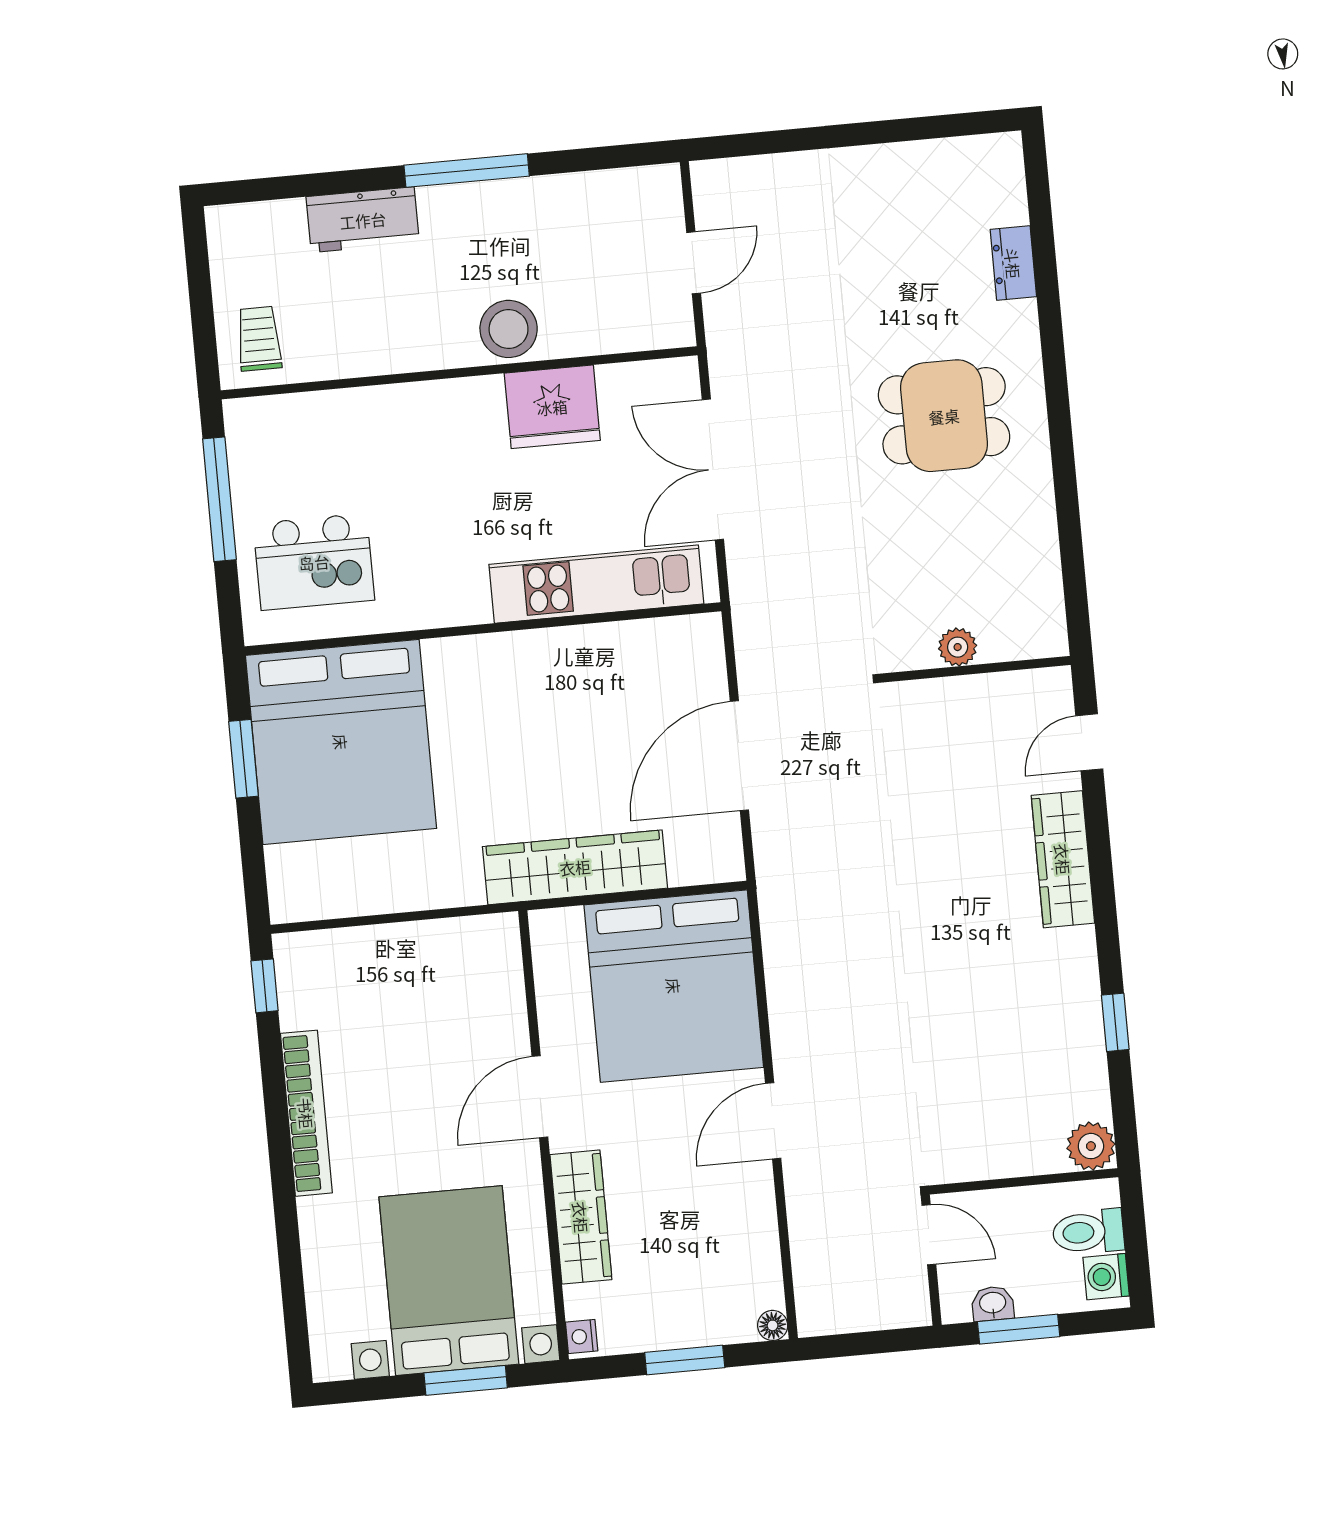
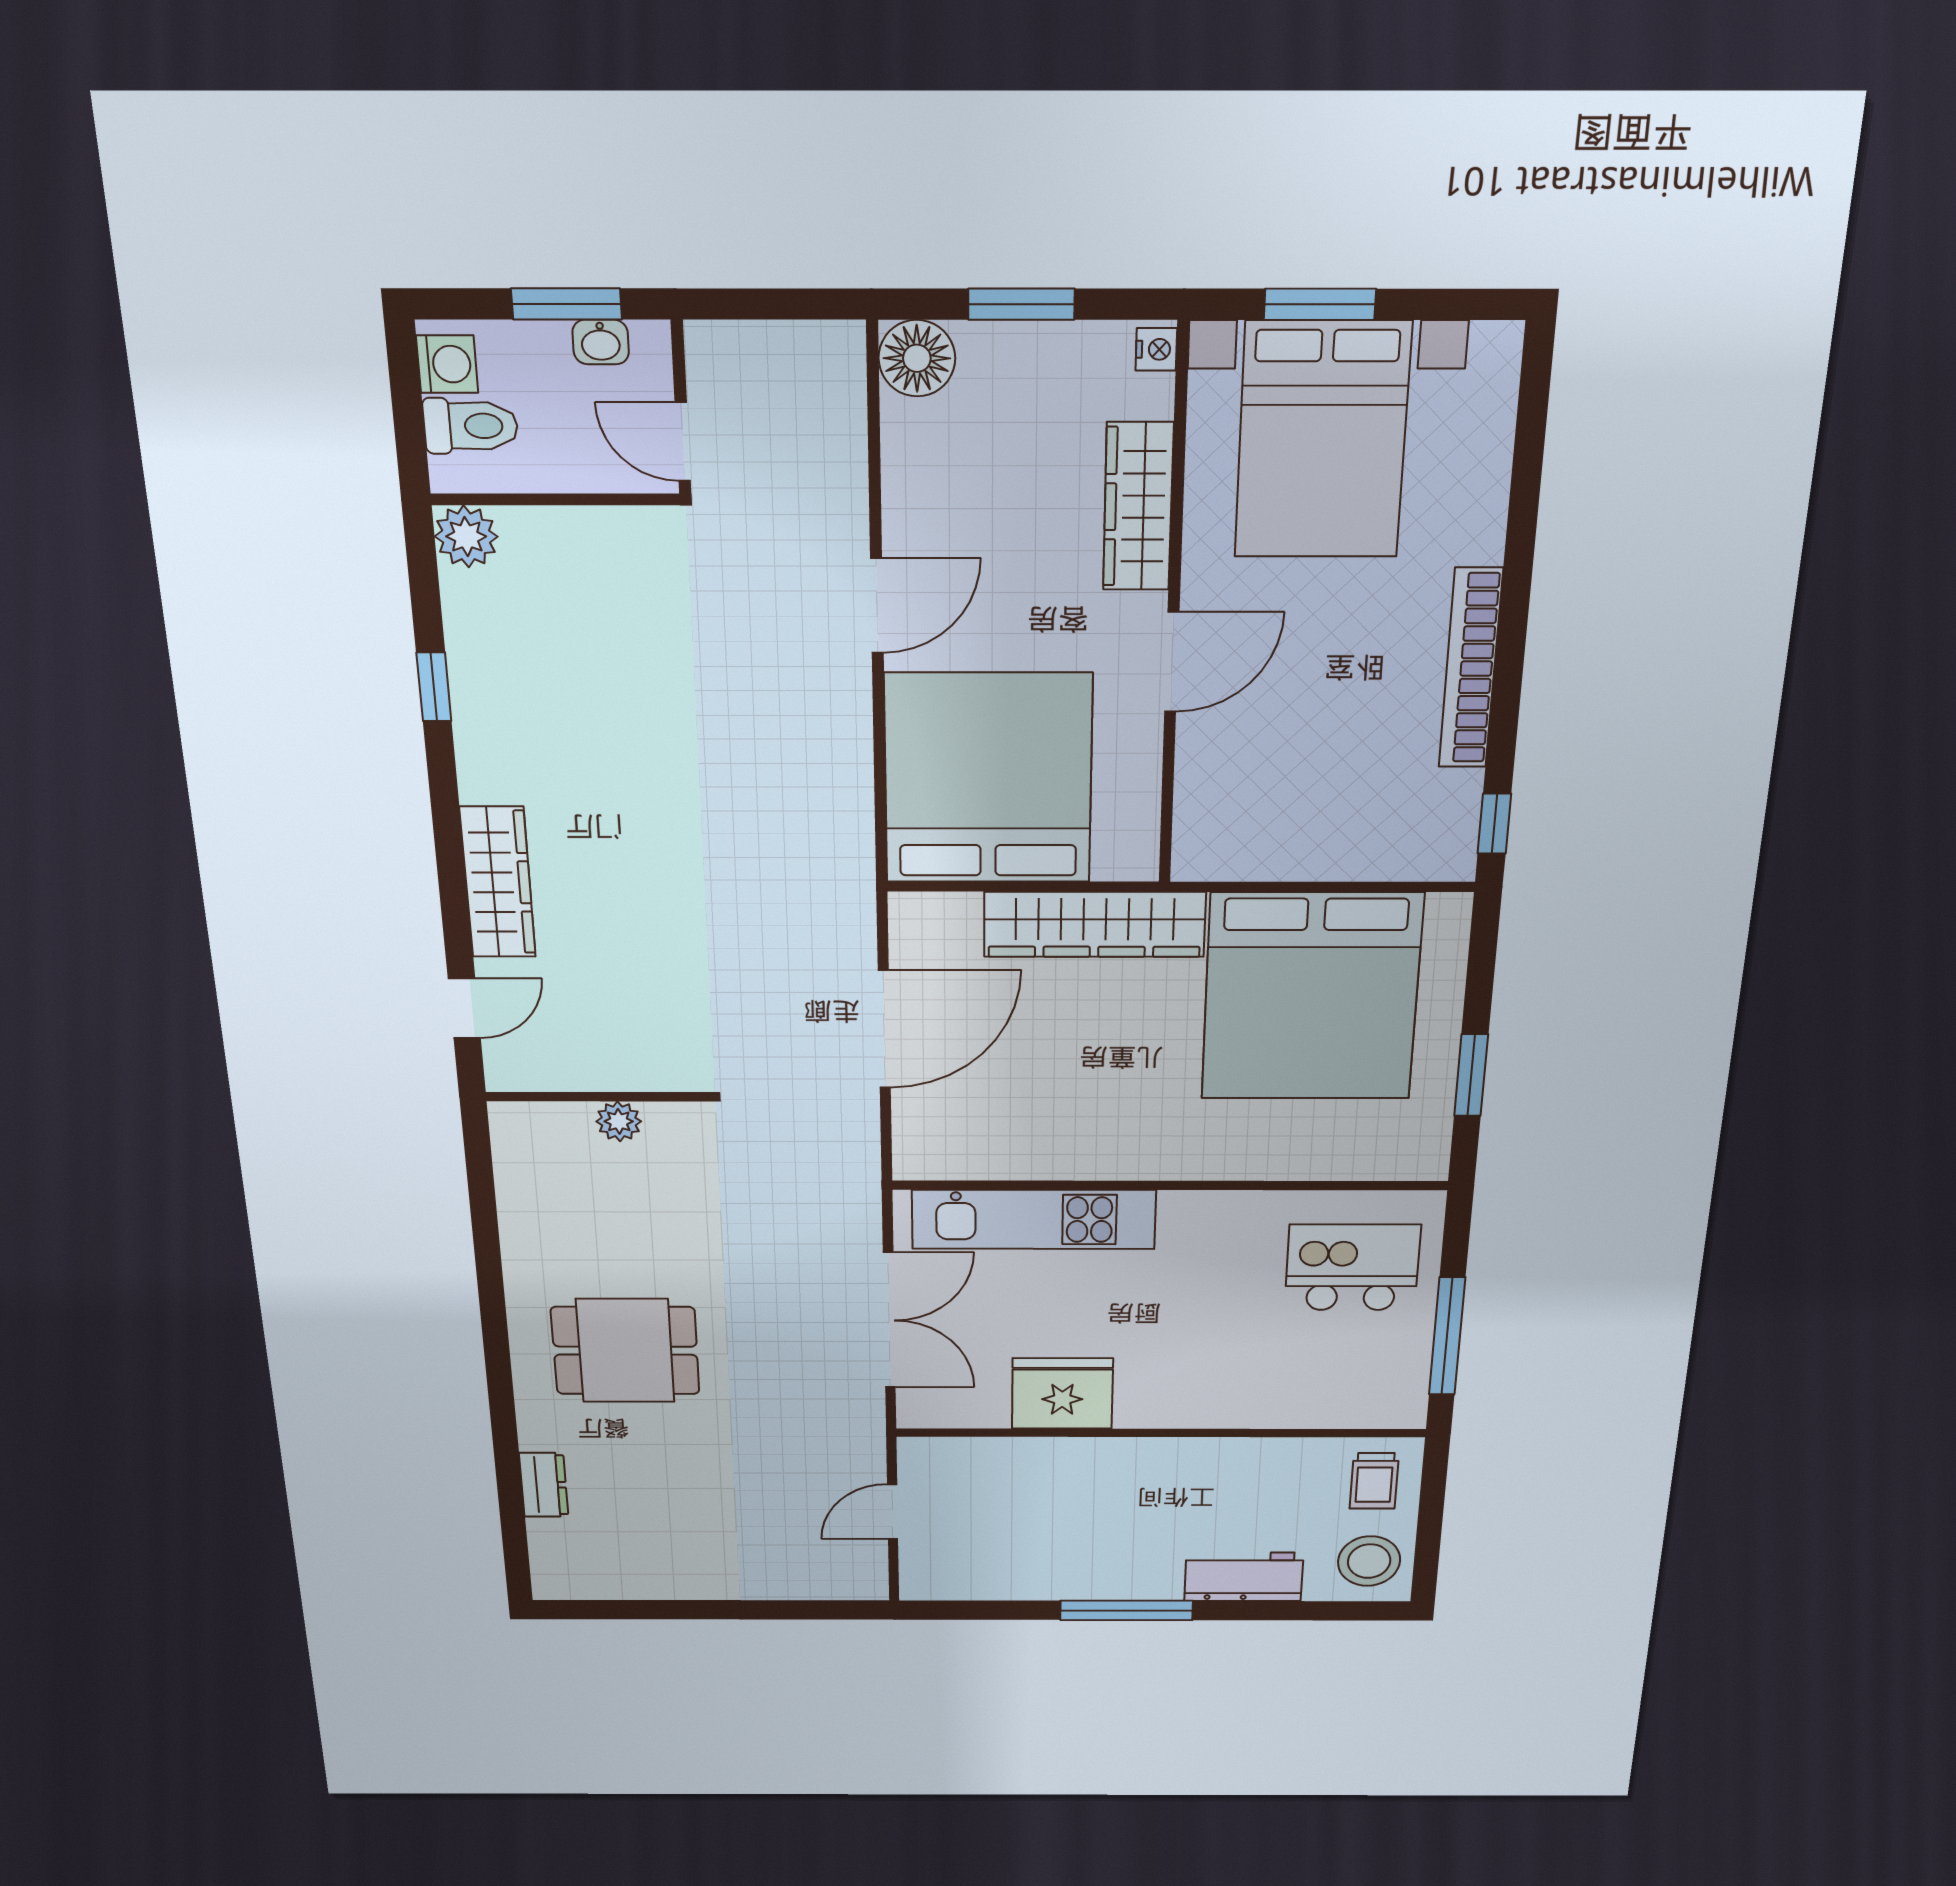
stool: (509, 329) -> (1369, 1561), moved
bed: (341, 742) -> (1311, 997), moved, turned 180
floor lamp: (773, 1325) -> (917, 358), width x1.89, depth x1.89

